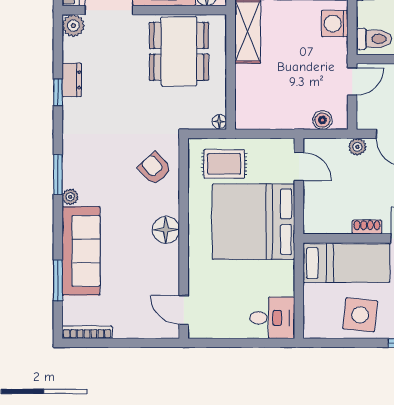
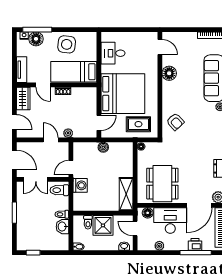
washing machine: (335, 24) -> (80, 185), moved
boiler: (322, 120) -> (103, 147), moved
door: (299, 166) -> (99, 123), swing flipped
floor lamp: (166, 230) -> (169, 73), moved
desk: (272, 318) -> (113, 53), moved

